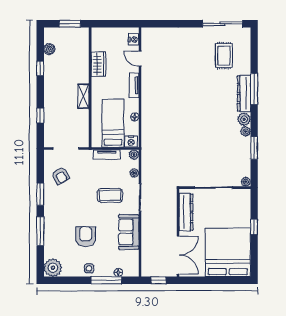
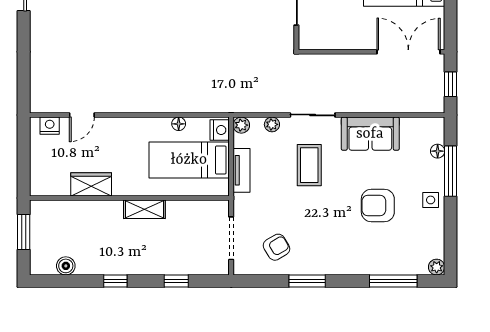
window: (40, 68) -> (115, 281), moved
tv unit: (134, 85) -> (126, 125), removed
dresser: (186, 212) -> (337, 39), removed
window: (40, 231) -> (393, 281), moved
plant: (53, 268) -> (437, 267), width x0.53, depth x0.53

